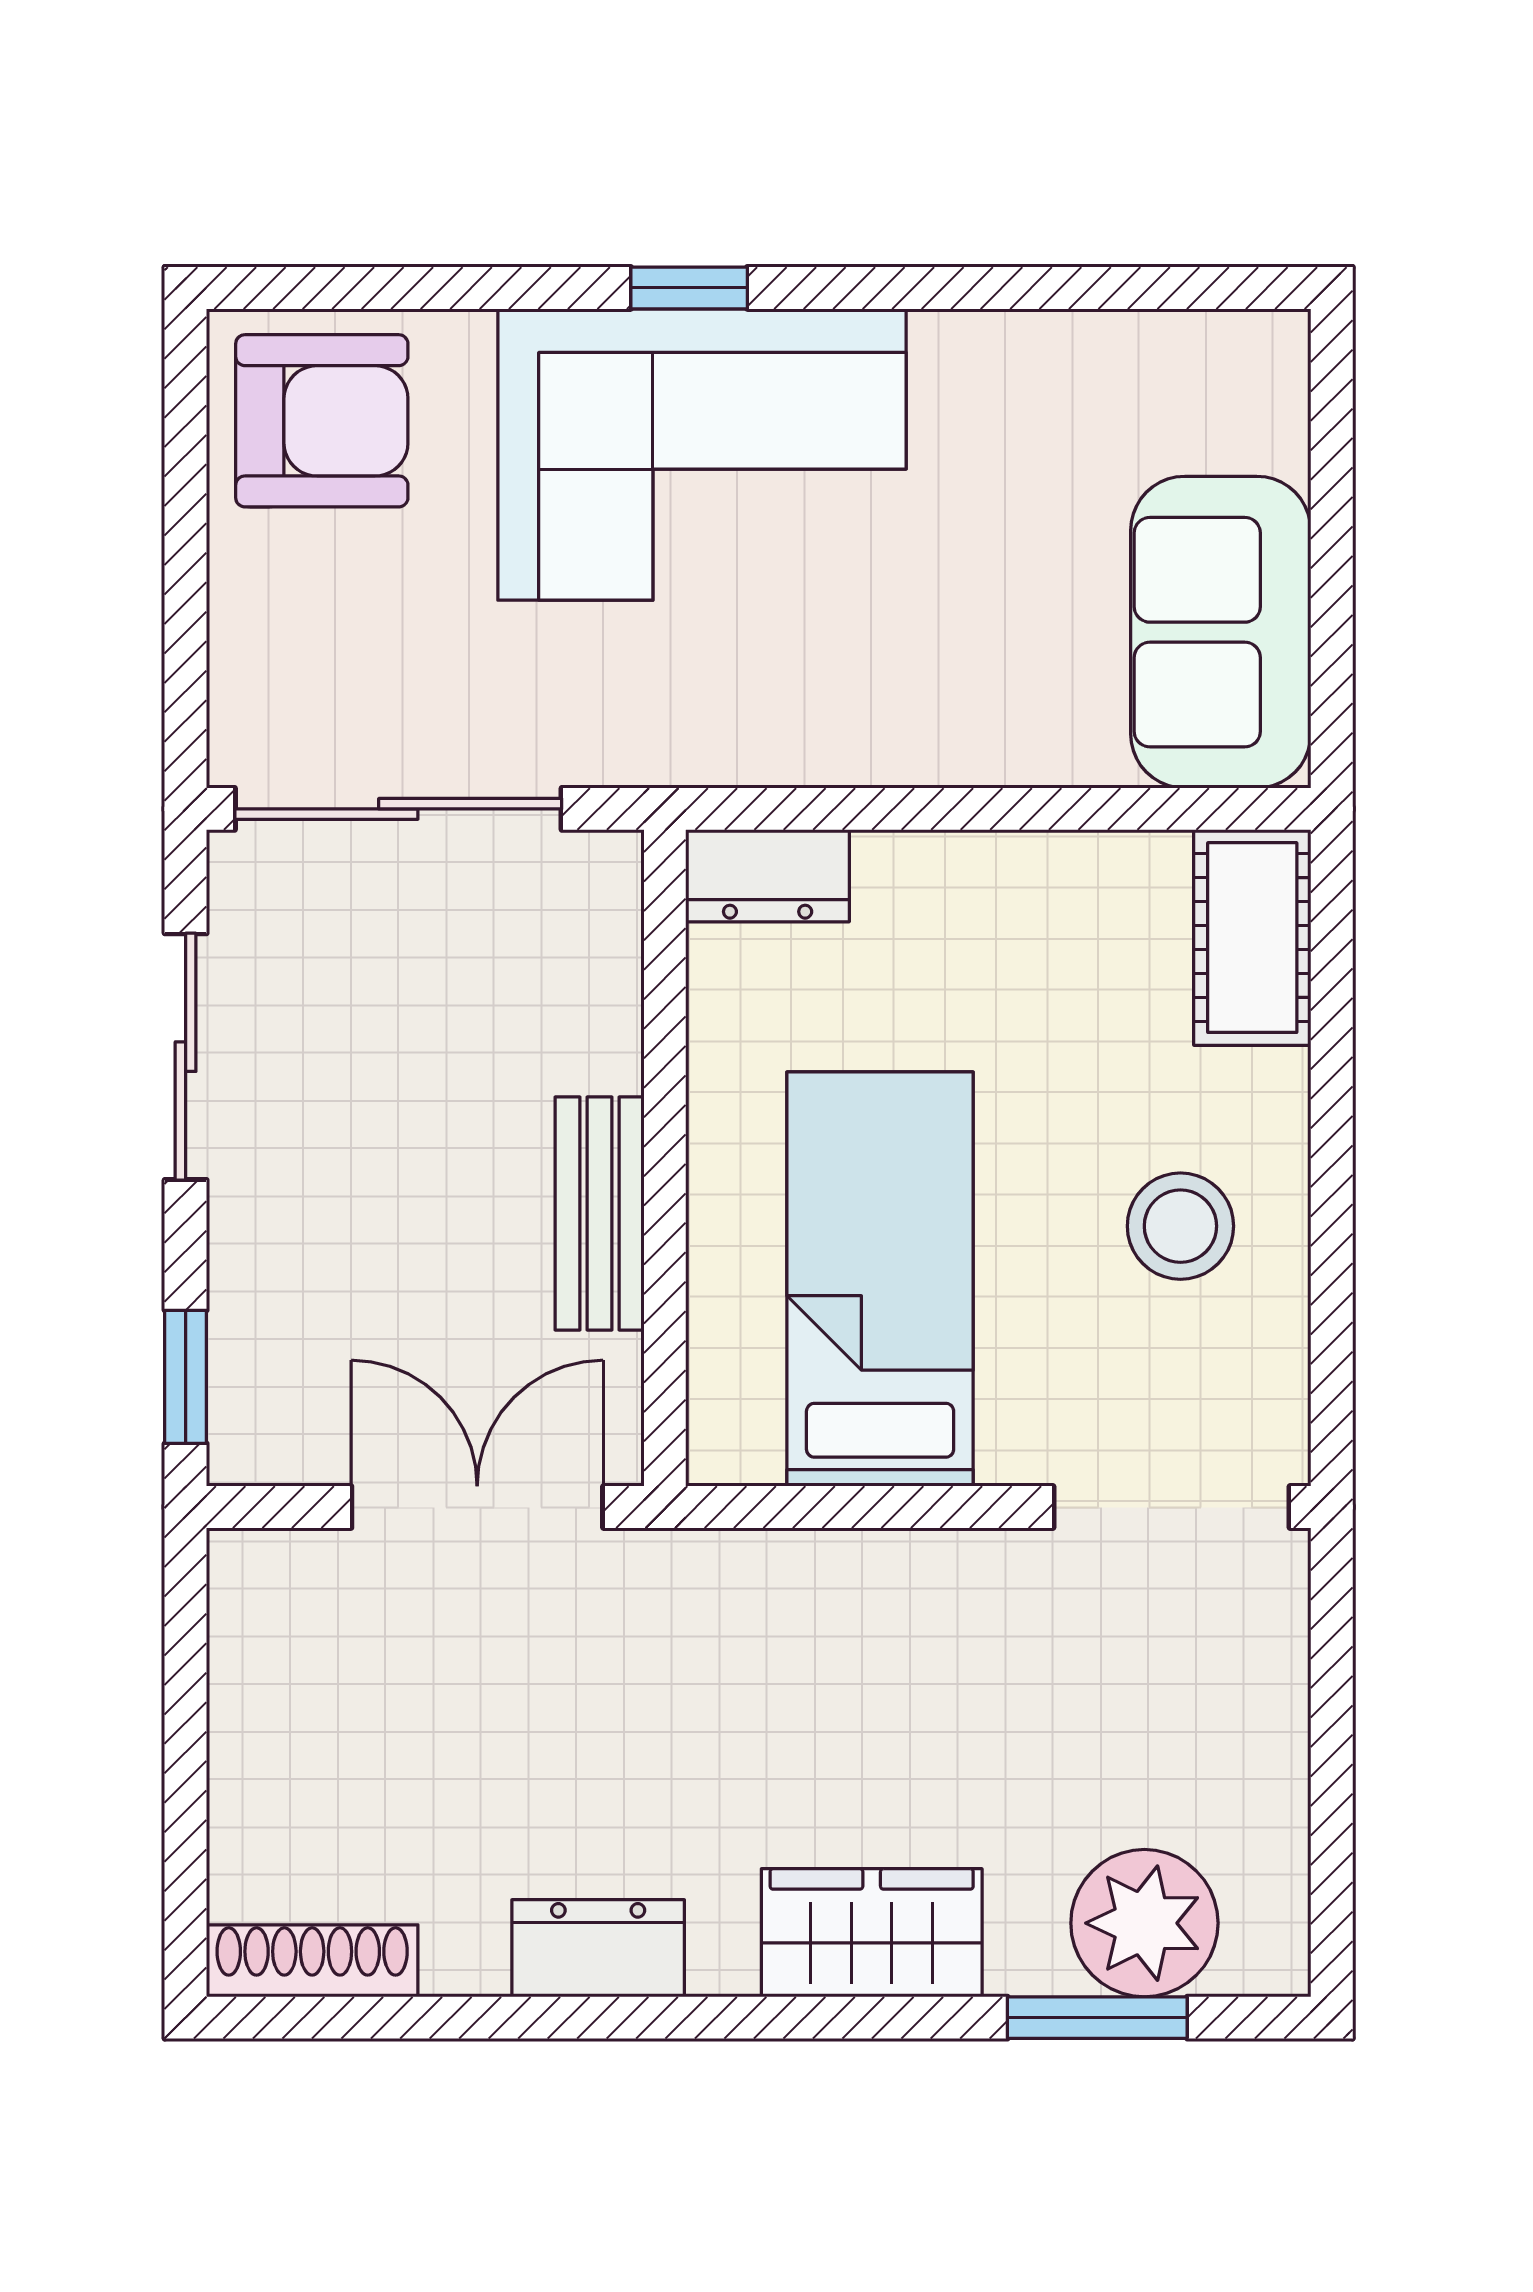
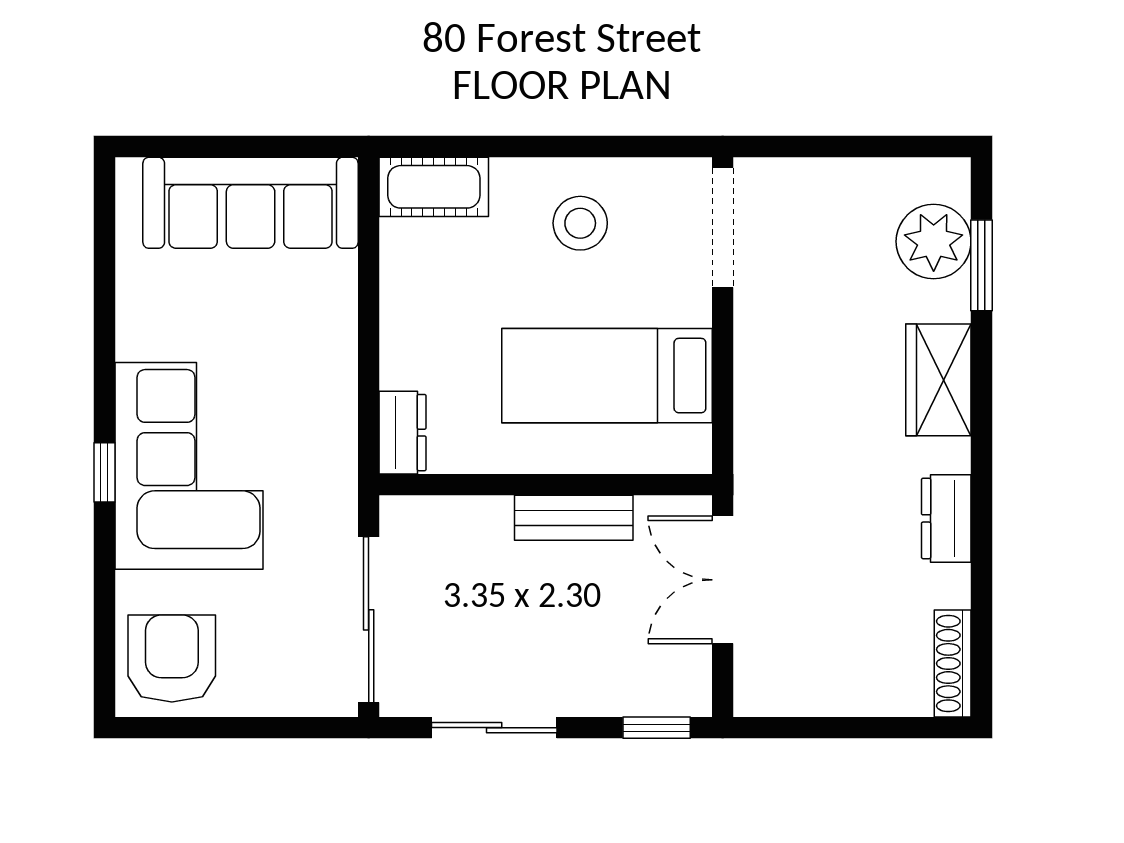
sofa: (1221, 632) -> (251, 203), width x1.36

